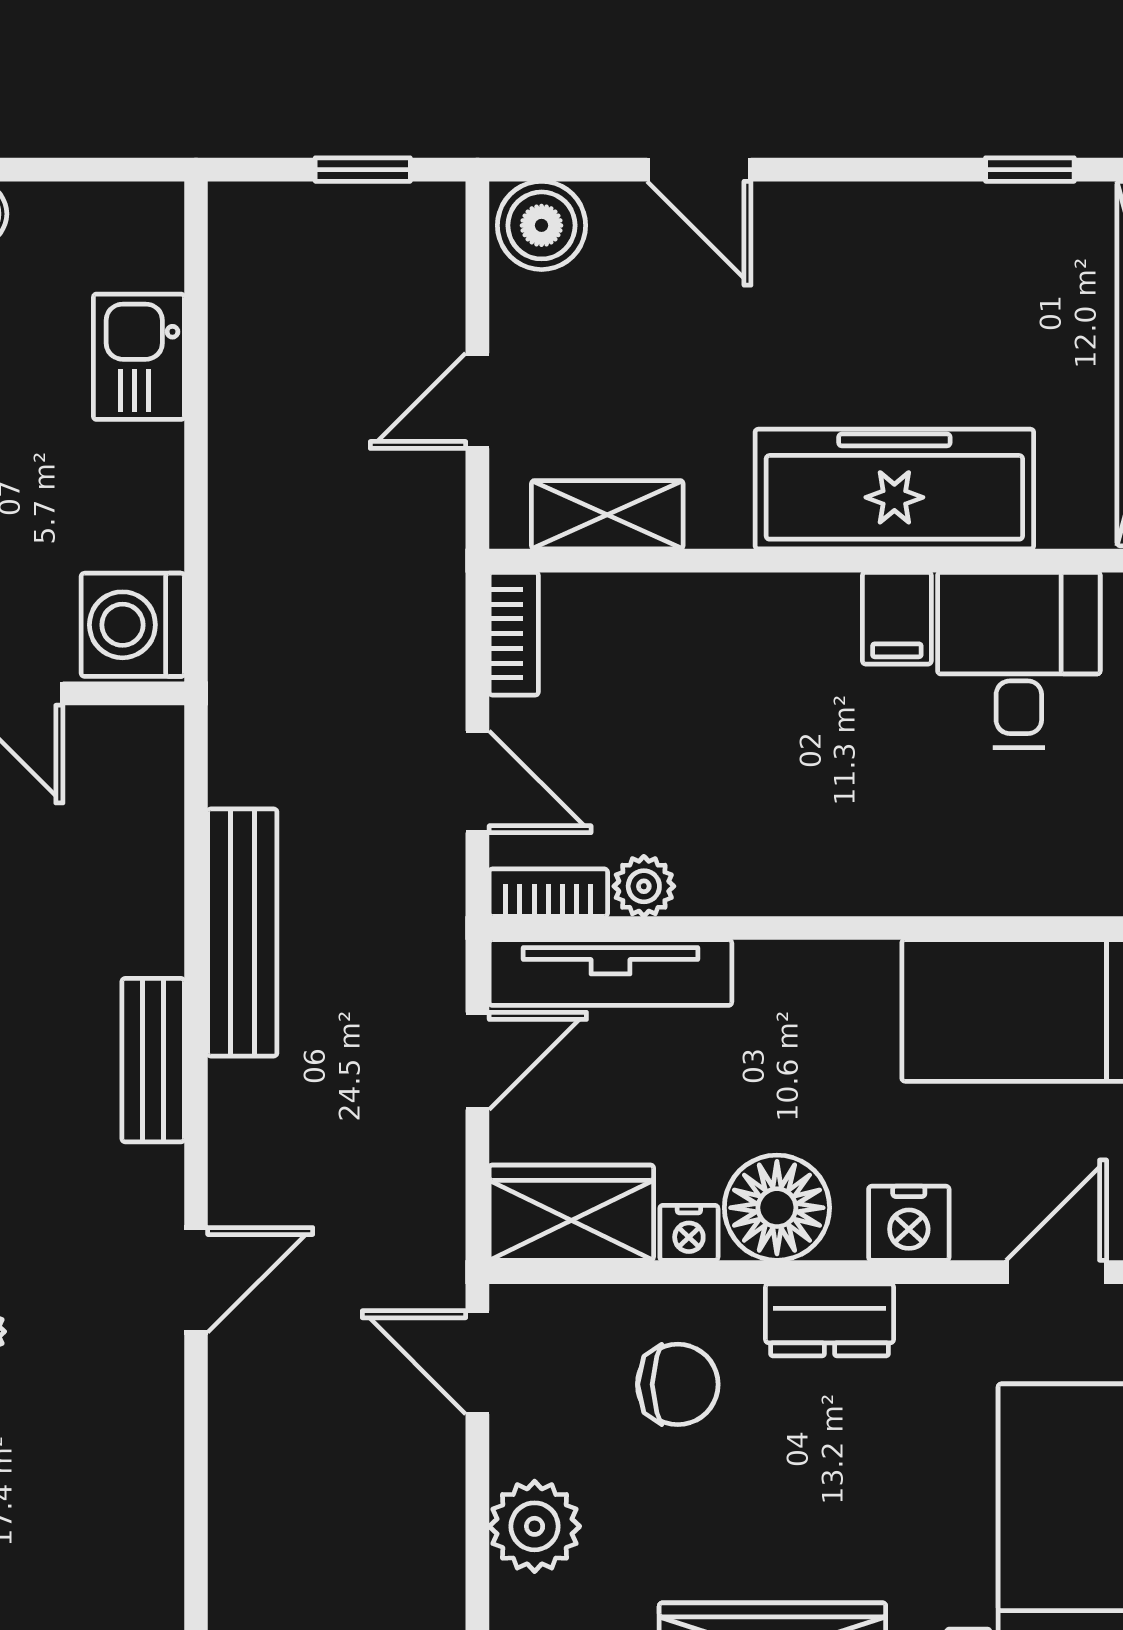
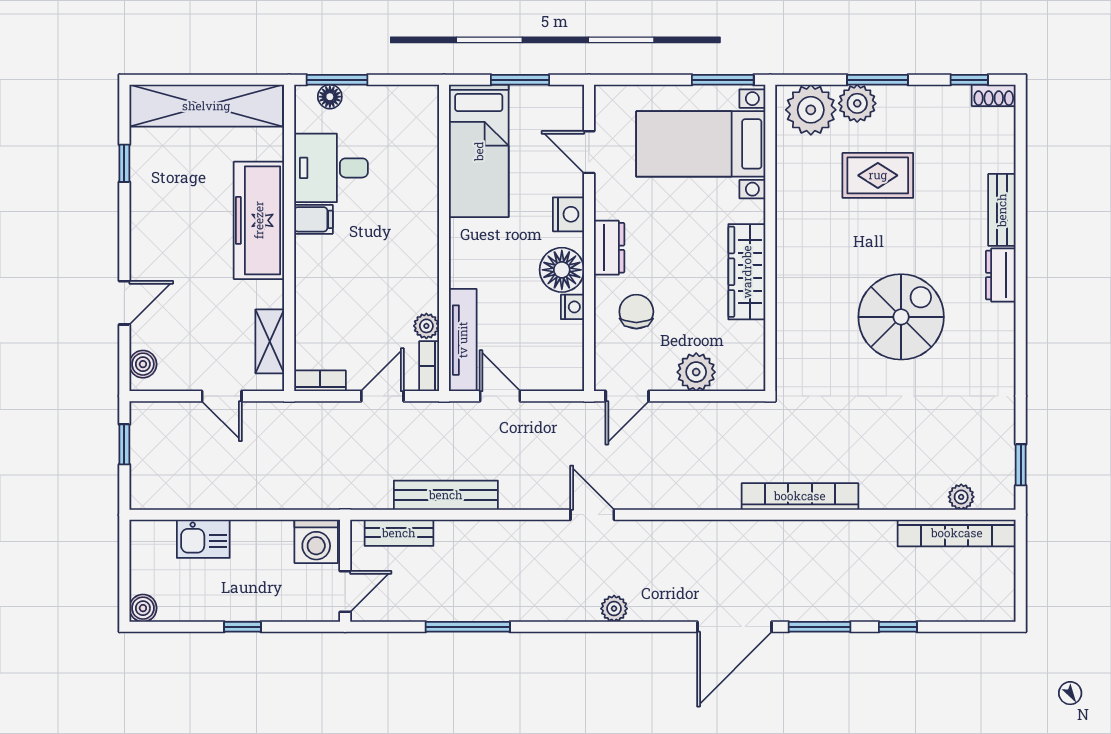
boiler: (542, 225) -> (143, 364), width x0.73, depth x0.73
bench: (153, 1060) -> (399, 533), moved
wardrobe: (571, 1213) -> (564, 357), removed

